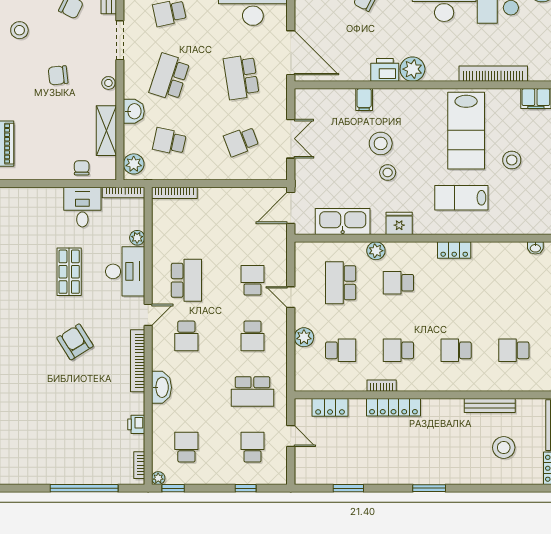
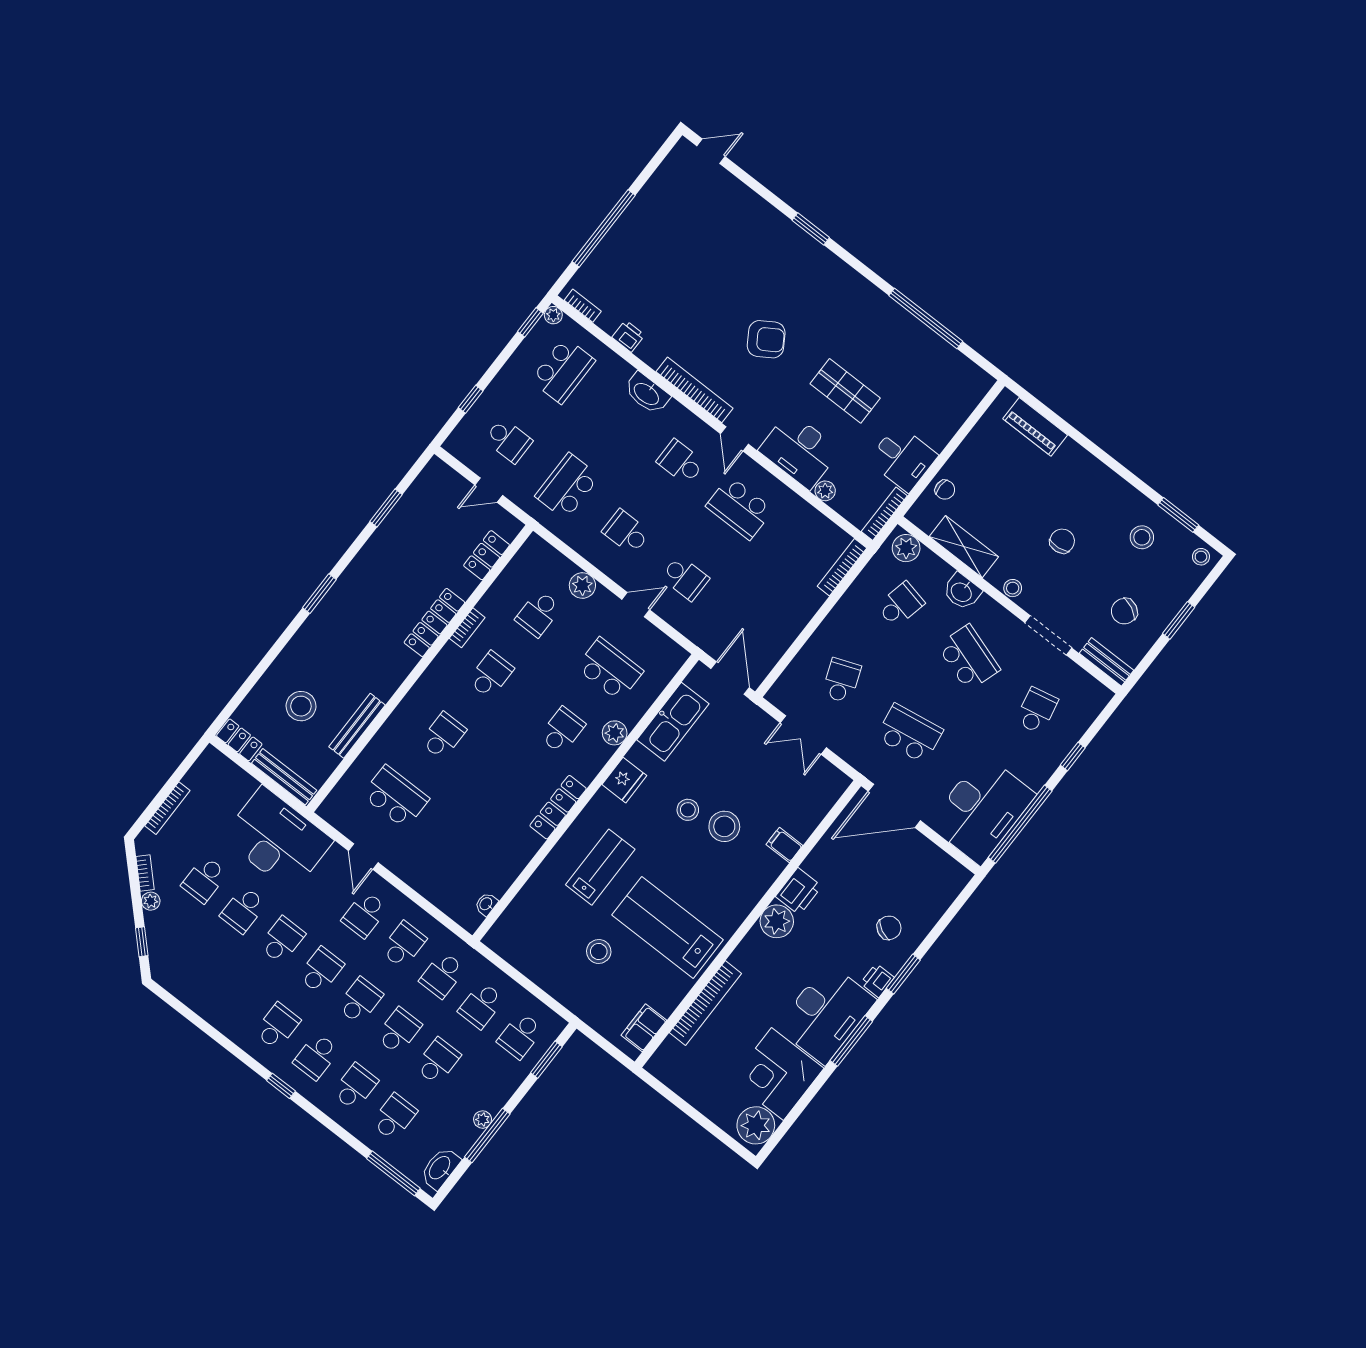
locker: (454, 250) -> (558, 807), width x1.53
school desk: (514, 350) -> (396, 797), width x1.85
school desk: (186, 447) -> (563, 370), width x1.85

